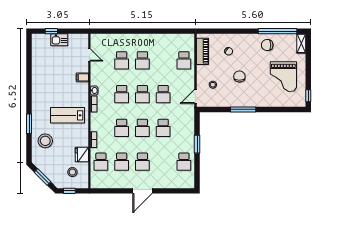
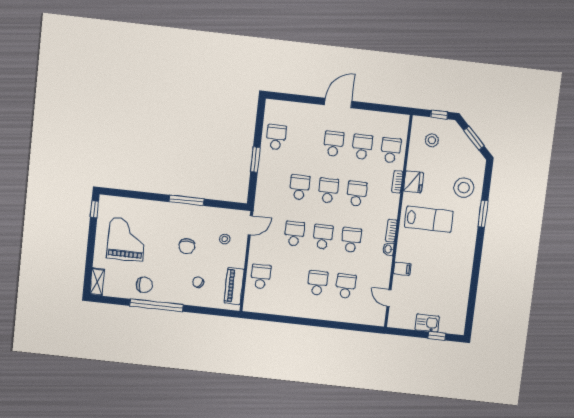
window: (278, 31) -> (156, 305), moved
fridge: (82, 155) -> (414, 182), moved

